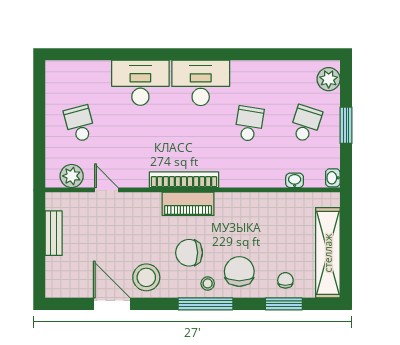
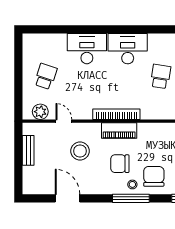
school desk: (80, 124) -> (46, 76), turned 33
stool: (146, 277) -> (80, 151), moved

